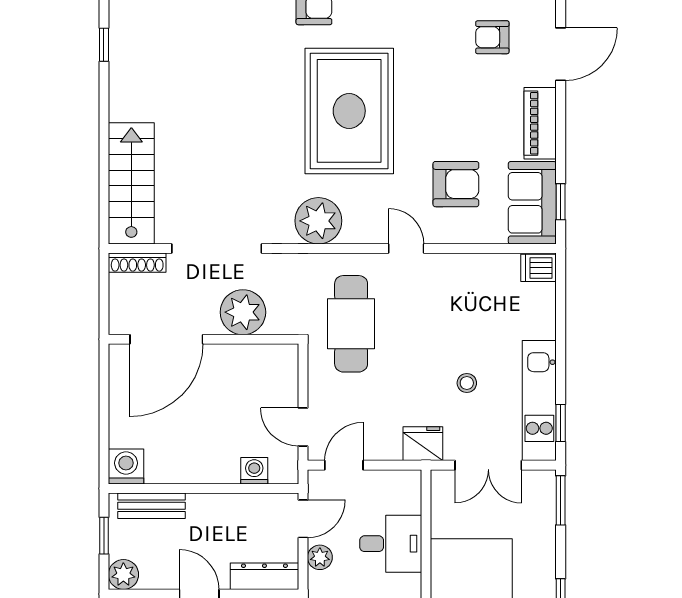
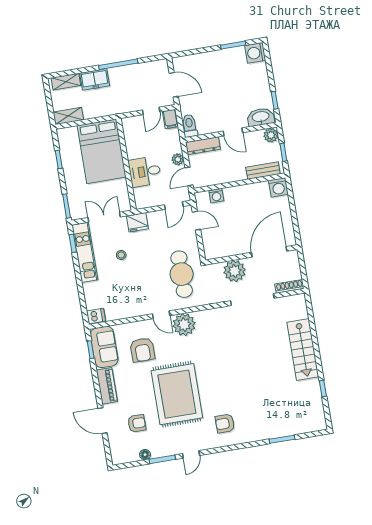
door: (561, 54) -> (103, 421), hinge flipped
rug: (349, 111) -> (177, 394), moved
stairs: (131, 183) -> (303, 350), moved
armchair: (456, 184) -> (142, 350), turned -90
plant: (318, 221) -> (184, 325), moved

